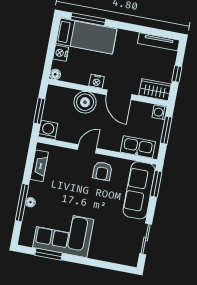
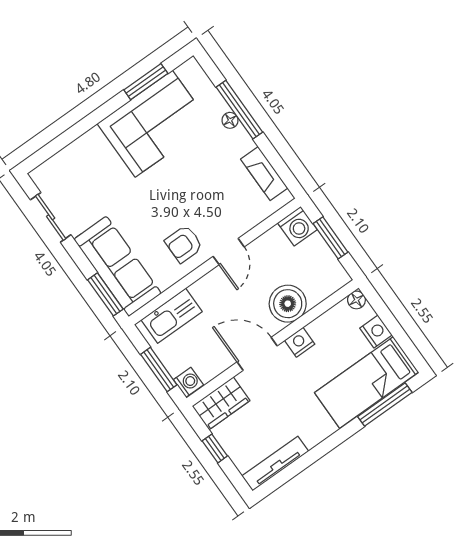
armchair: (102, 171) -> (184, 244), turned -90

